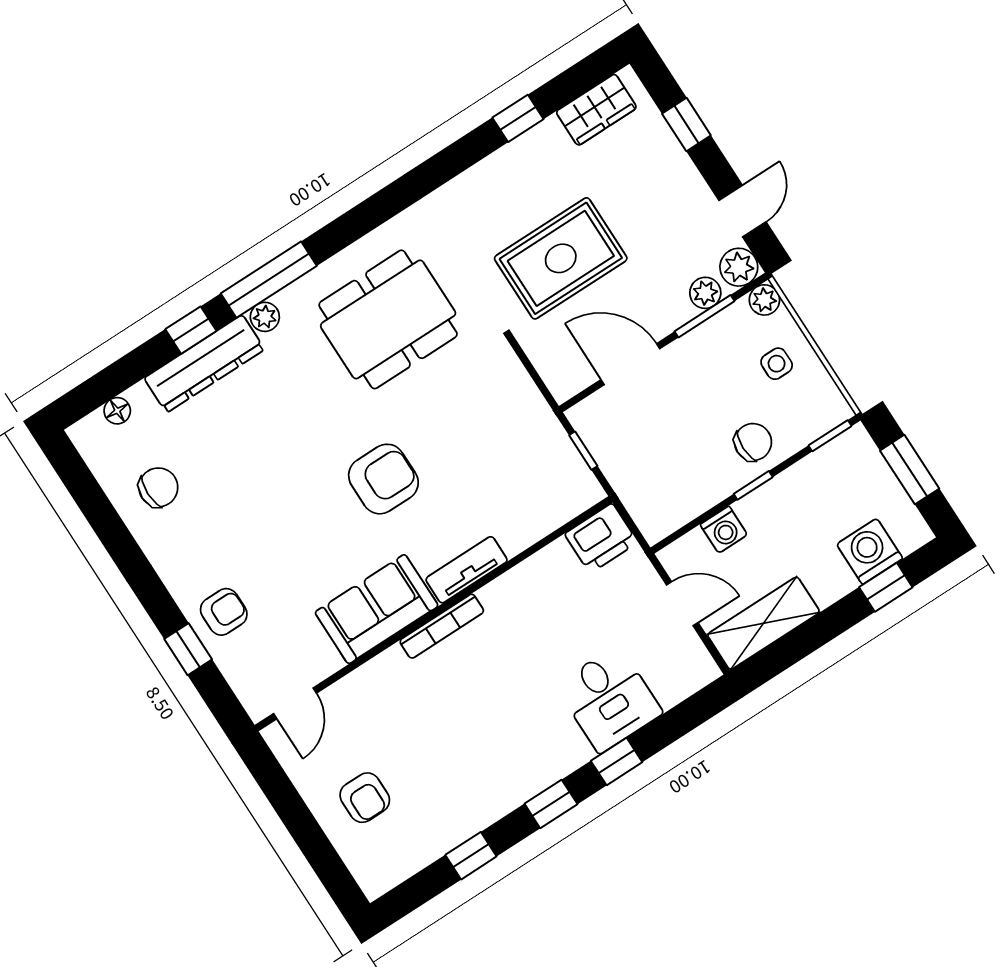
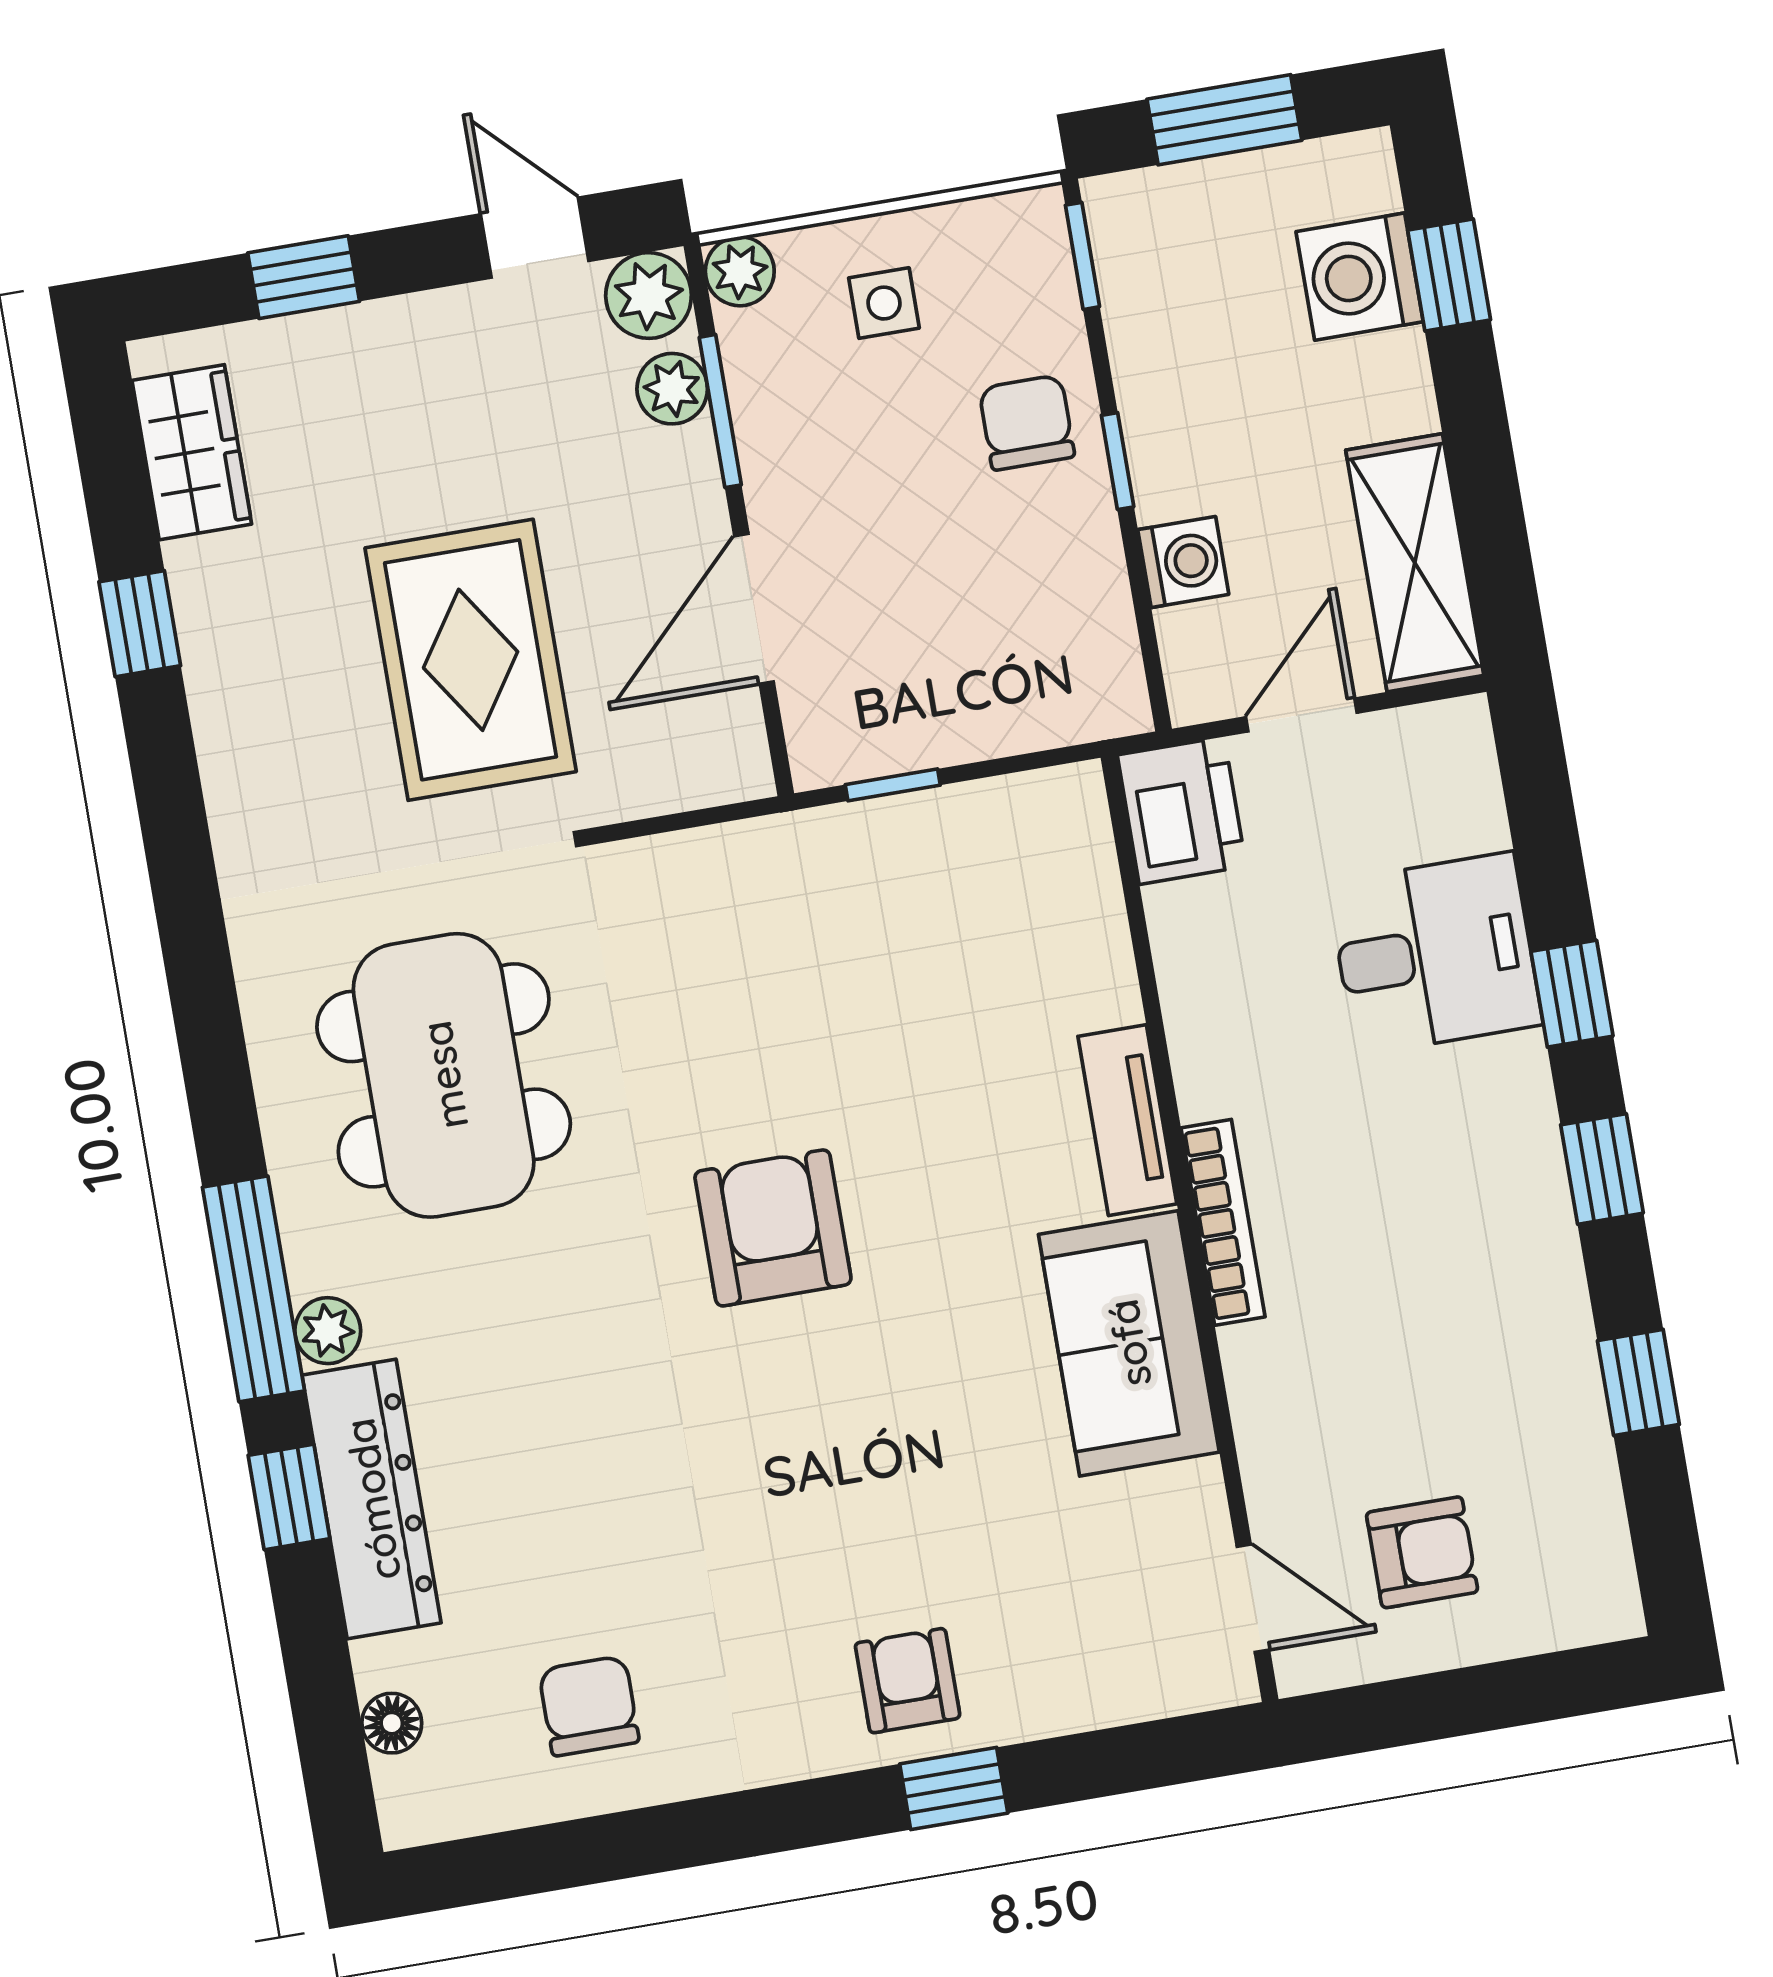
printer: (601, 538) -> (1182, 811), moved
tv unit: (467, 570) -> (1127, 1120), moved
sofa: (377, 609) -> (1129, 1343), moved
wall: (434, 614) -> (1190, 1228), moved
bookcase: (442, 626) -> (1223, 1222), moved
door: (295, 703) -> (1253, 1598), moved

